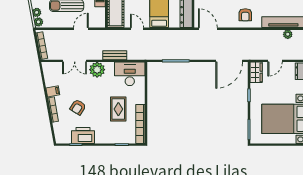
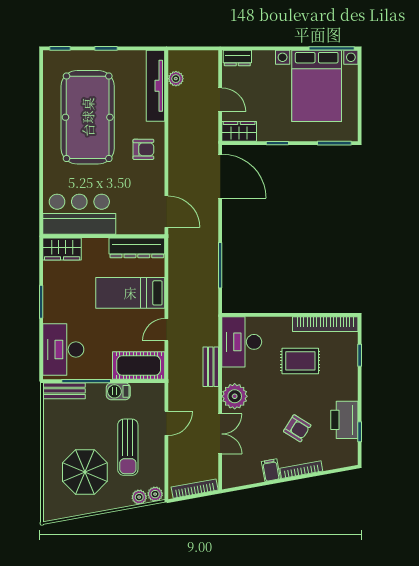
door: (81, 29) -> (166, 423), swing flipped
door: (208, 29) -> (166, 212), swing flipped

